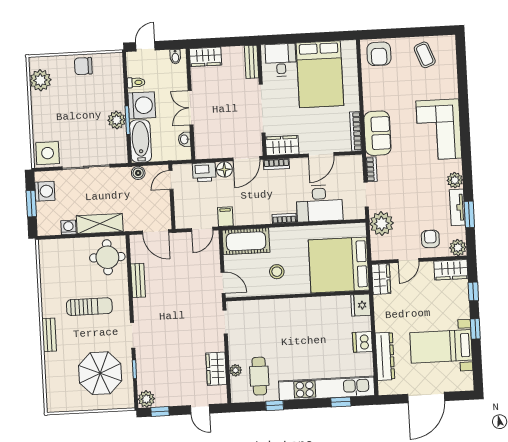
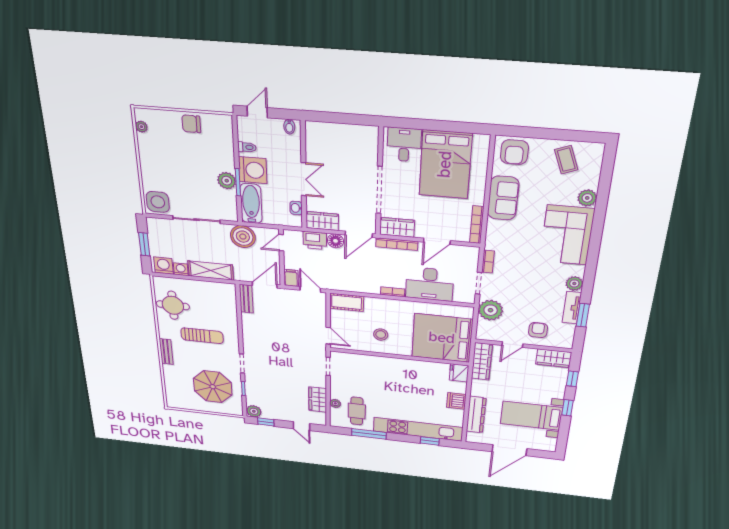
wardrobe: (205, 57) -> (322, 221), moved, turned 180
bench: (251, 62) -> (372, 142), removed
plant: (40, 80) -> (141, 127), width x0.53, depth x0.53
double door: (191, 108) -> (304, 179), swing flipped
sofa: (377, 133) -> (503, 198), moved
bookcase: (276, 164) -> (397, 244), width x1.56
boiler: (138, 173) -> (243, 237), width x1.86, depth x1.86
washing machine: (45, 191) -> (163, 266), moved, turned -90
filing cabinet: (225, 217) -> (291, 278), moved
door: (202, 229) -> (310, 289), swing flipped
door: (156, 232) -> (265, 285), swing flipped
cot: (246, 241) -> (347, 302), width x0.73, depth x0.75
plant: (458, 248) -> (587, 198), moved
round table: (107, 257) -> (173, 305), moved
wardrobe: (381, 279) -> (482, 361), width x1.50
bench: (138, 280) -> (246, 299), moved
window: (275, 405) -> (369, 434), width x2.17

